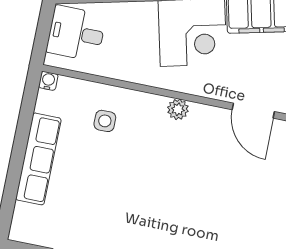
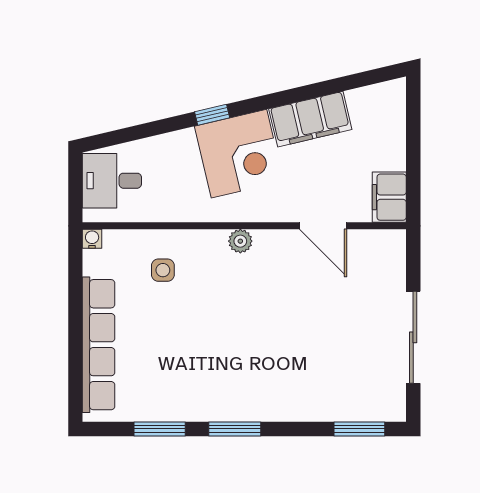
row of seats: (38, 159) -> (99, 345), width x1.36

